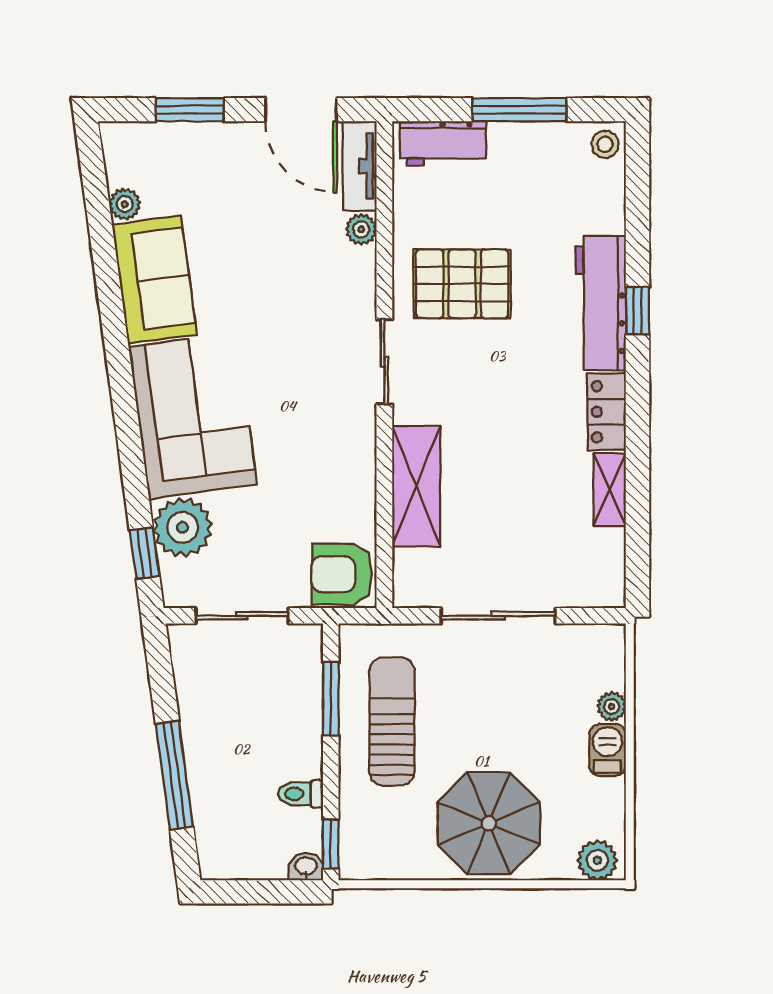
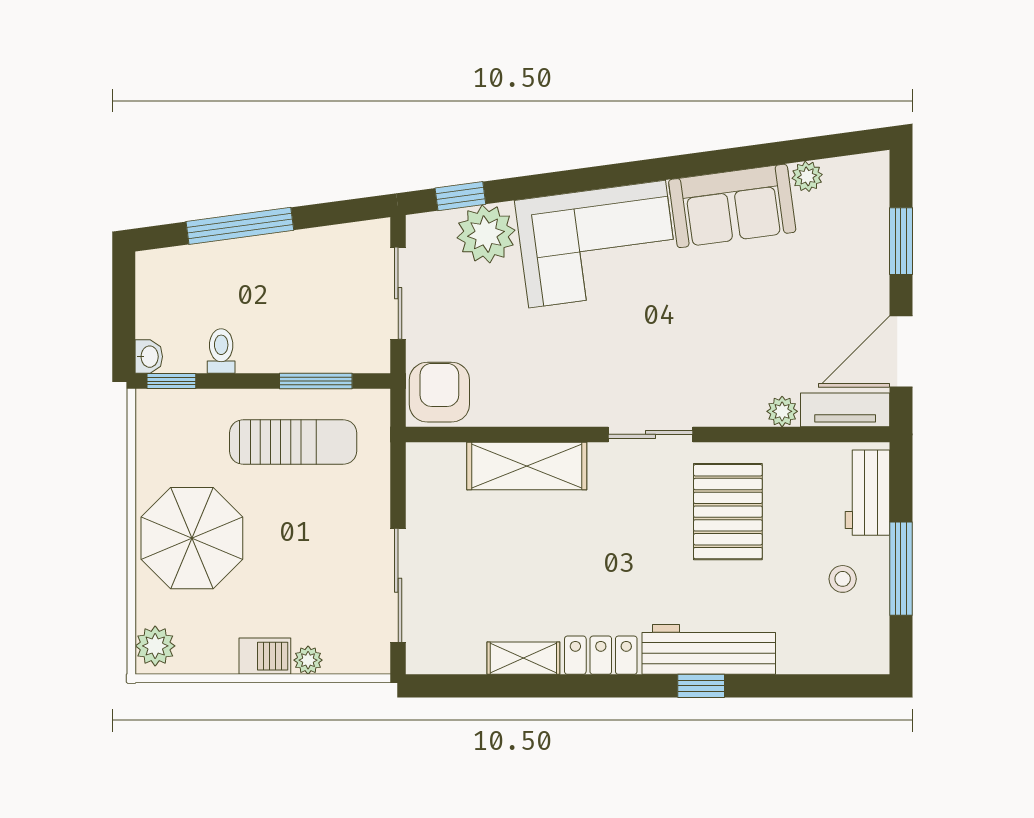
stool: (605, 144) -> (843, 579), moved
sliding door: (498, 616) -> (398, 585), moved

